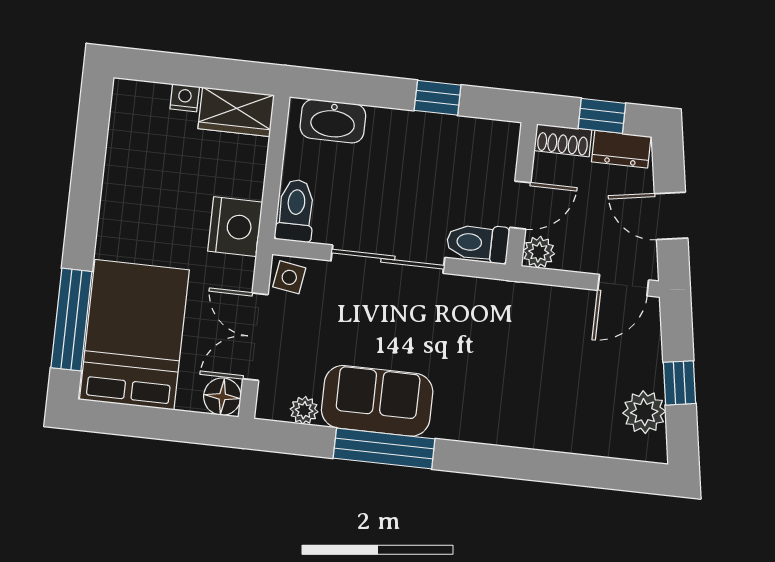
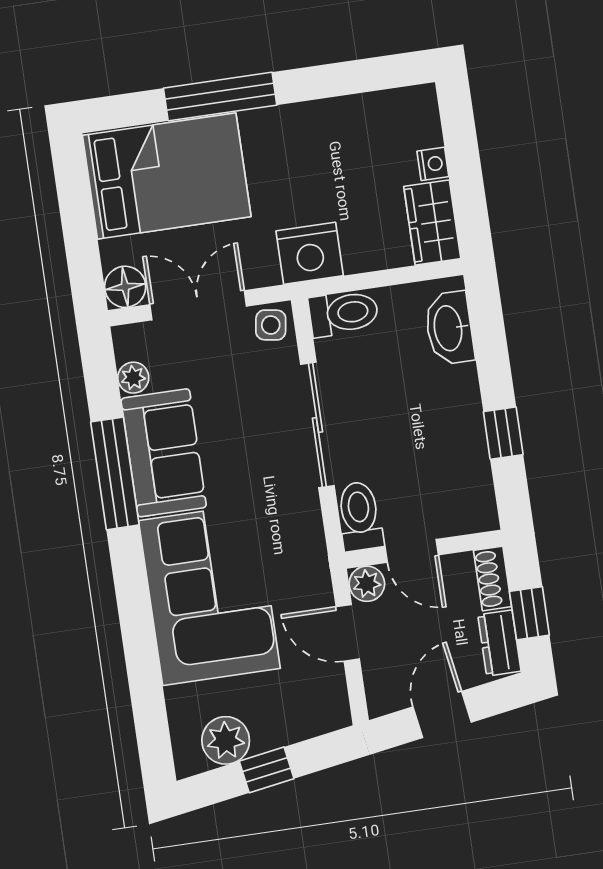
door: (623, 285) -> (348, 633), moved
window: (71, 320) -> (220, 97), moved
corner sofa: (512, 393) -> (209, 594), added

